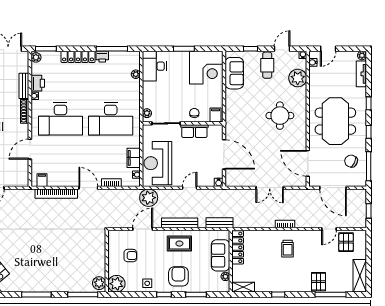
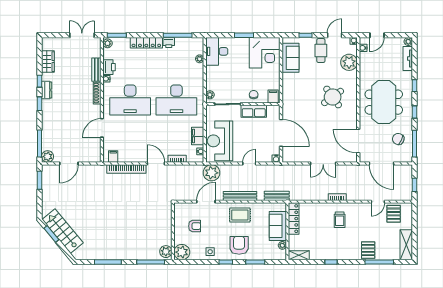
round table: (280, 116) -> (333, 97), turned -36

